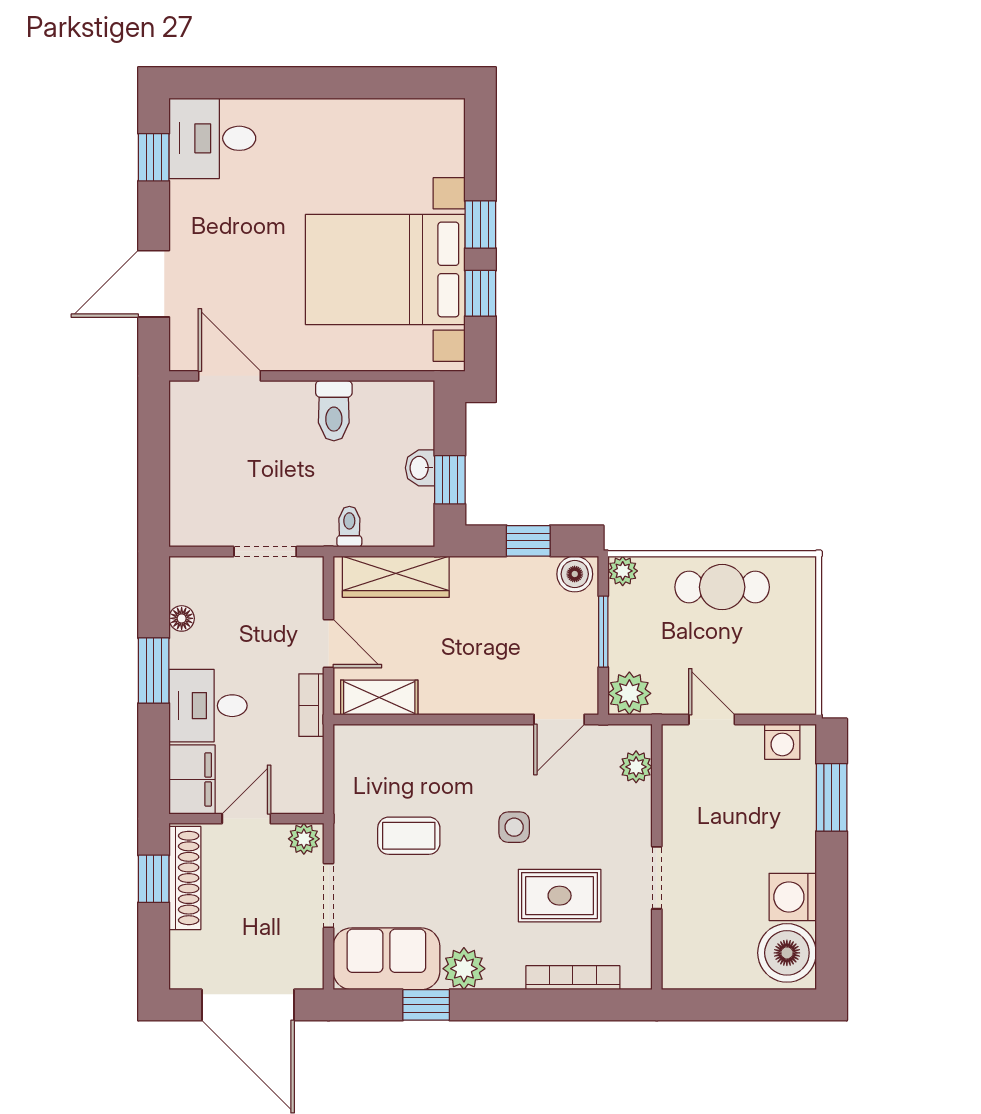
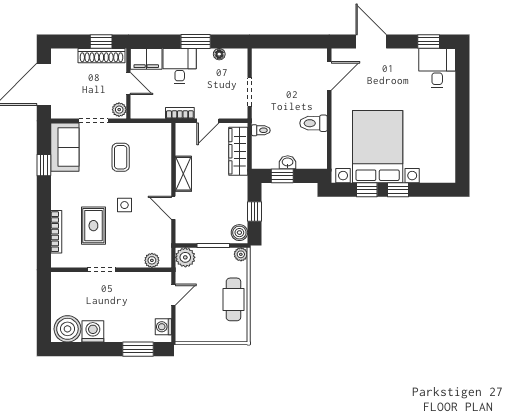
shelving: (379, 697) -> (183, 174), moved
door: (559, 719) -> (173, 208), moved
plant: (464, 969) -> (60, 182), removed

